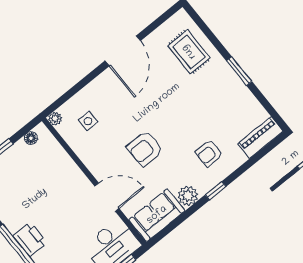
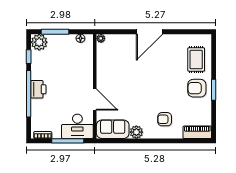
door: (123, 51) -> (149, 32), moved
side table: (88, 121) -> (116, 53), removed
armchair: (145, 149) -> (197, 88), moved
window: (216, 191) -> (153, 141), removed

